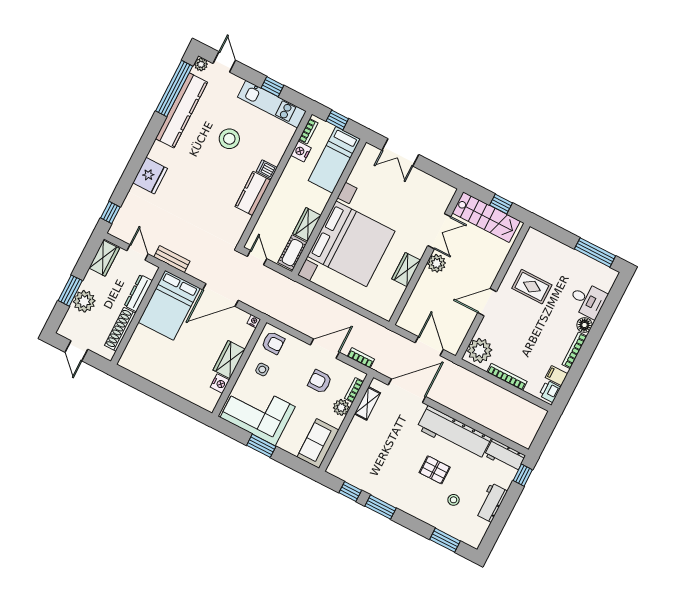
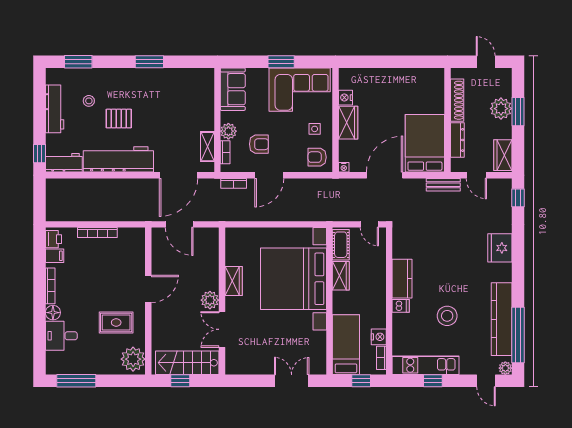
plant: (480, 350) -> (133, 359), moved
window: (350, 492) -> (183, 62), removed
workbench: (491, 503) -> (55, 109), width x1.38

